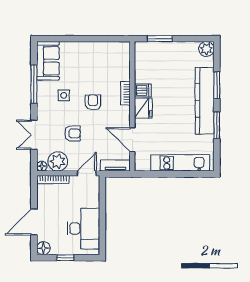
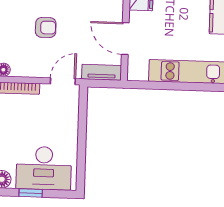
plant: (58, 161) -> (25, 64), removed
desk: (83, 229) -> (44, 168), moved, turned 90

